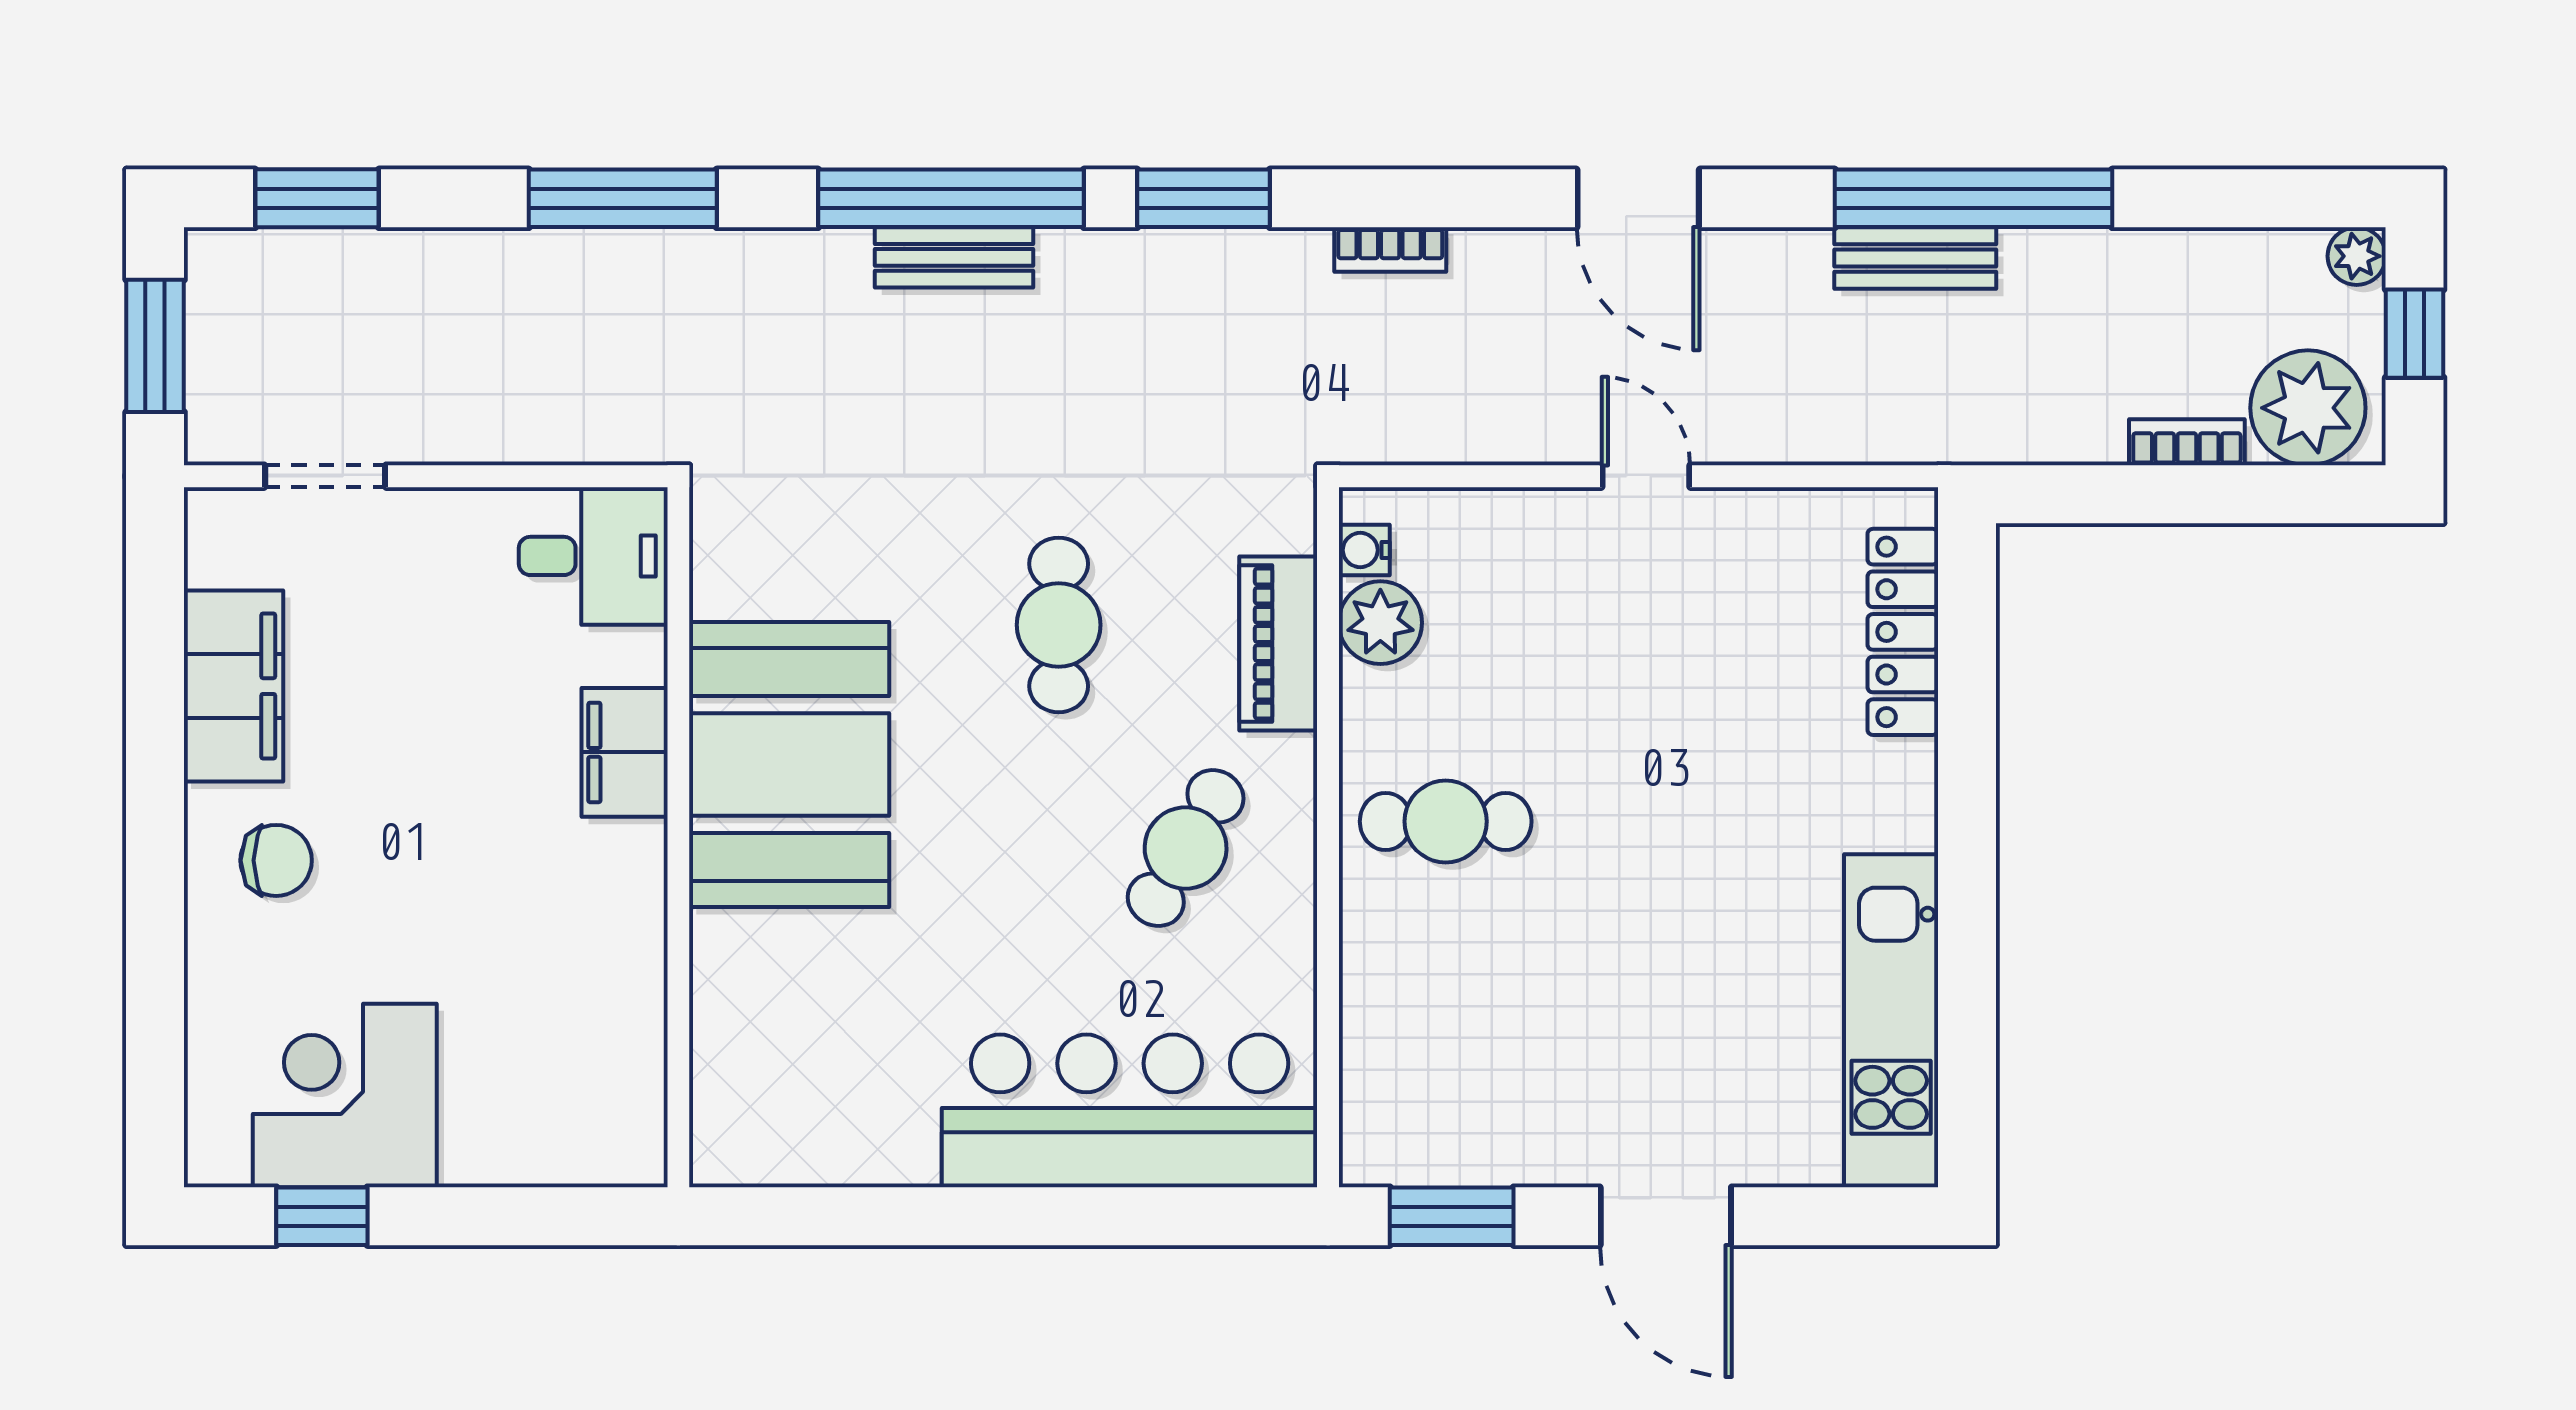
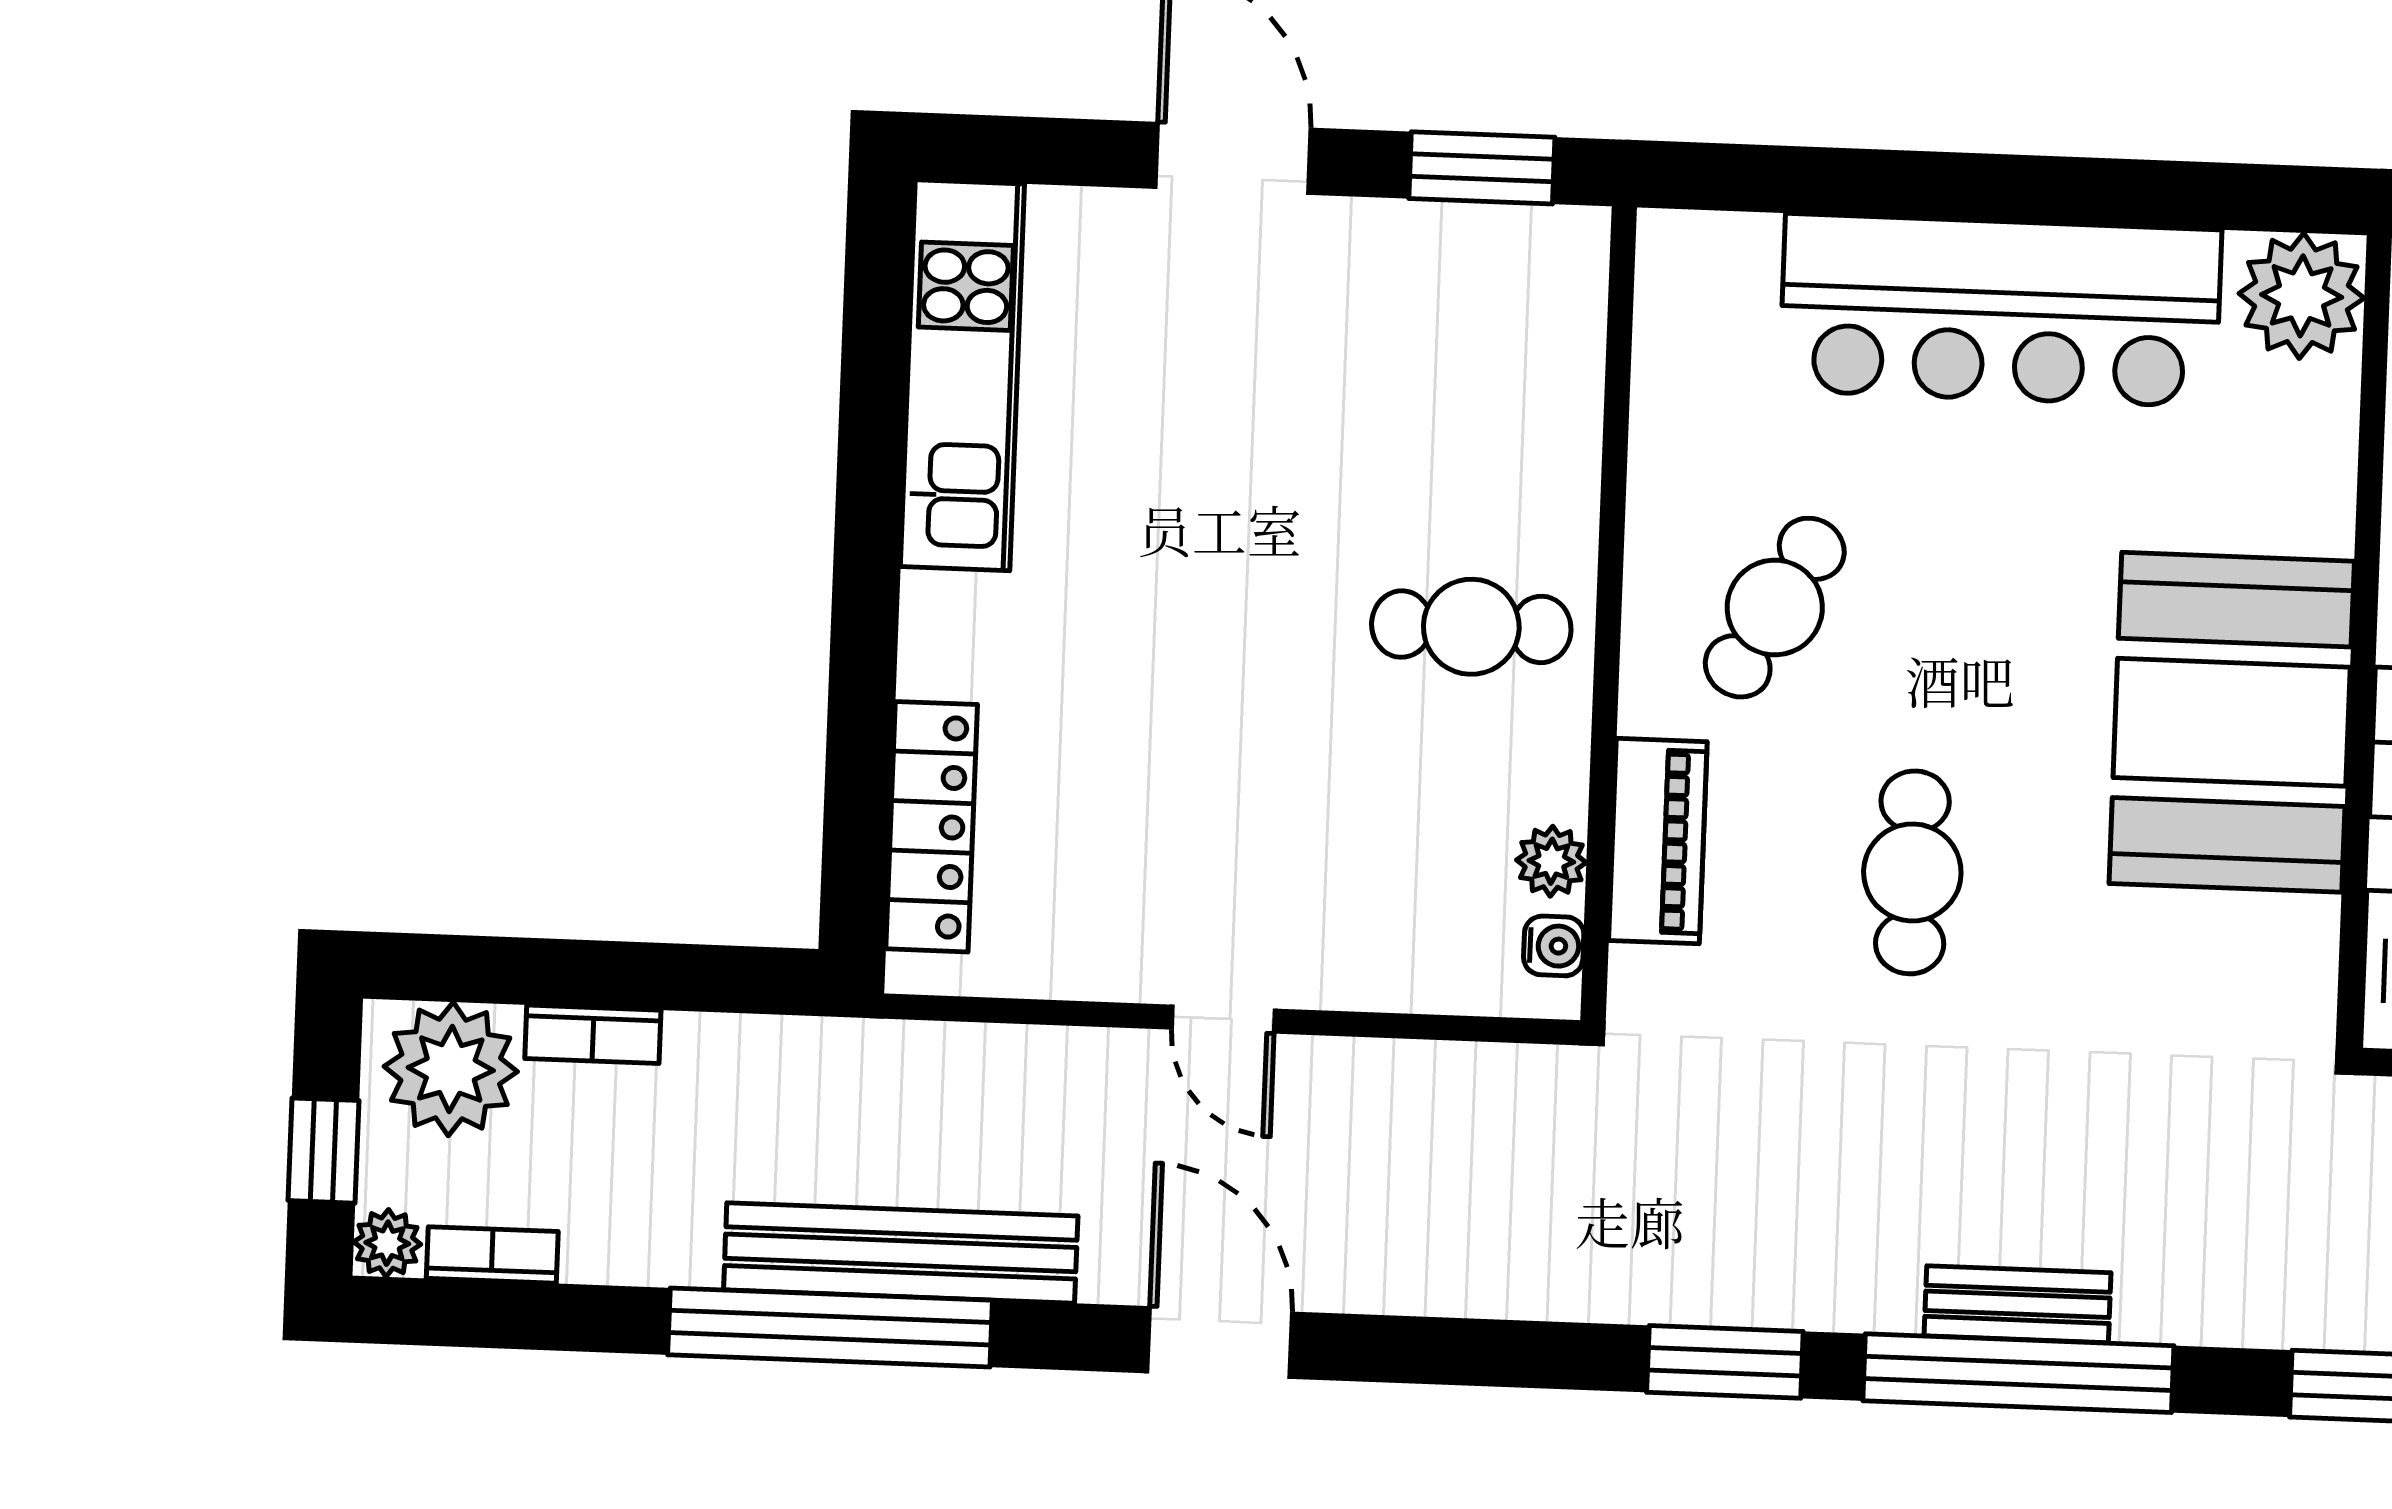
bookcase: (1390, 249) -> (492, 1255), moved
bench: (1915, 258) -> (901, 1253), width x1.86, depth x1.21
plant: (1380, 623) -> (1551, 861), width x0.73, depth x0.73
bar counter: (1130, 1111) -> (2000, 310), moved
plant: (743, 1133) -> (2302, 296), added

